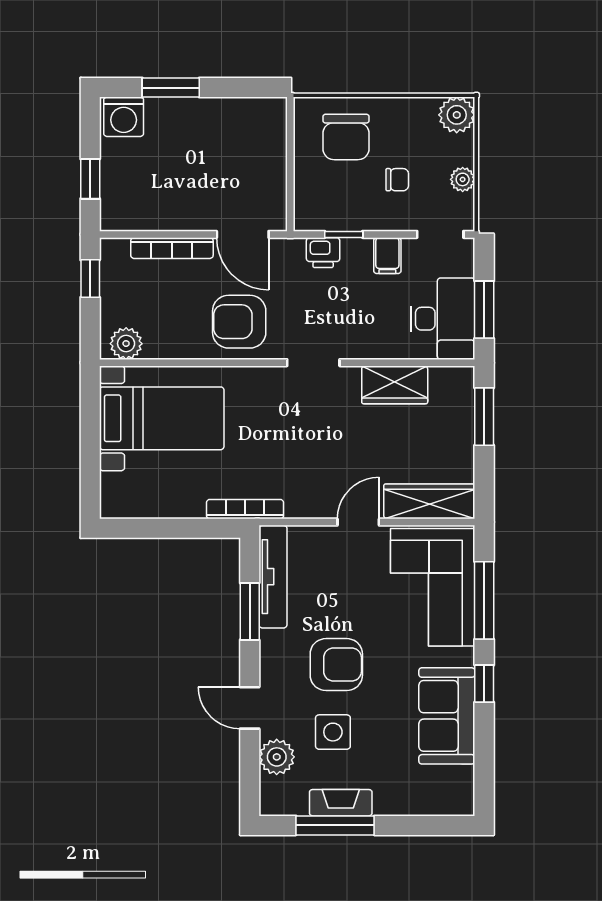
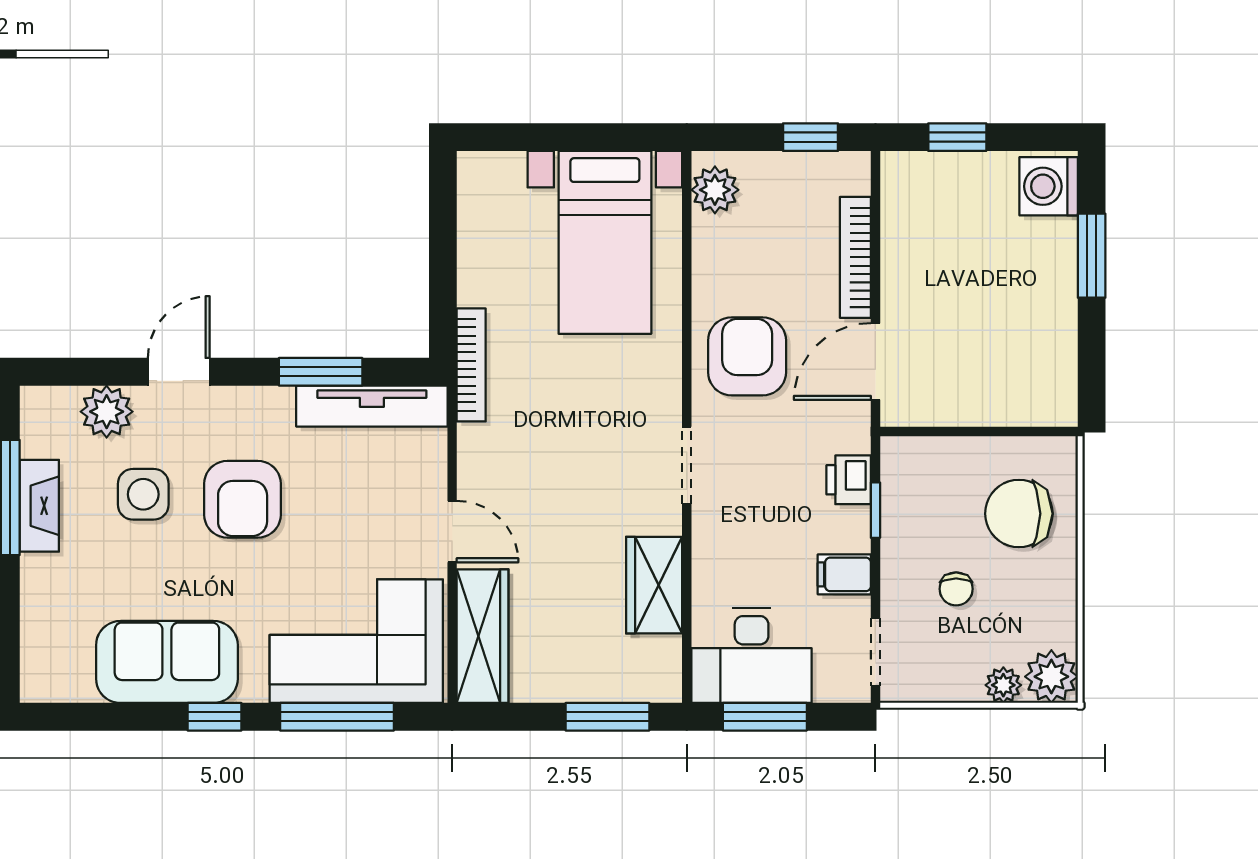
plant: (463, 179) -> (1003, 685), moved

